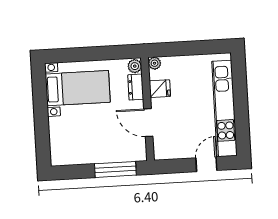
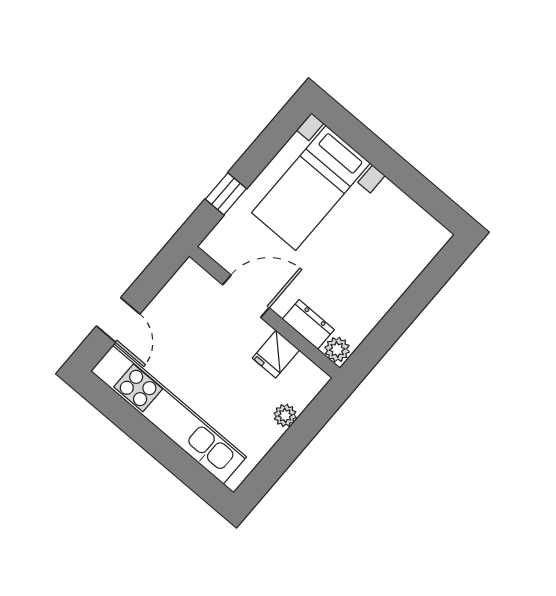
plant: (155, 63) -> (285, 415), moved
bed with nightstands: (78, 88) -> (311, 188), moved
window: (115, 169) -> (226, 194), width x0.46

